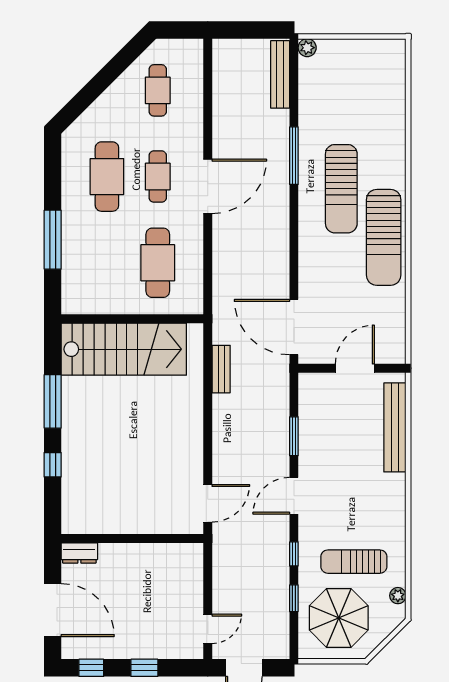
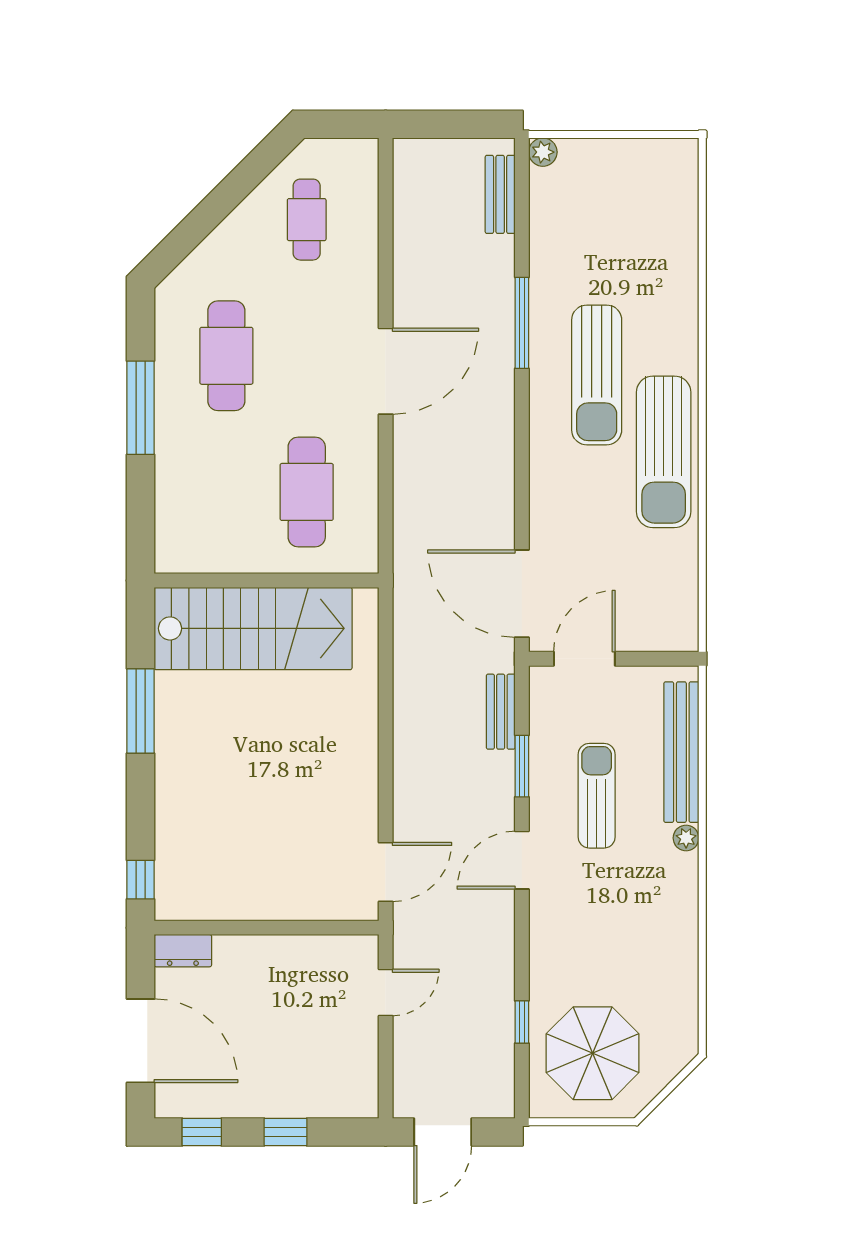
bench: (280, 74) -> (500, 194), width x0.73
cafe table: (158, 177) -> (307, 356), removed
window: (53, 240) -> (141, 408), moved
door: (355, 368) -> (584, 659), moved
bench: (221, 369) -> (501, 712), moved
window: (53, 465) -> (141, 880), moved
window: (294, 554) -> (522, 952), removed
sun lounger: (354, 562) -> (597, 796), moved, turned 90
plant: (398, 596) -> (686, 838), moved
door: (208, 629) -> (386, 993), moved

